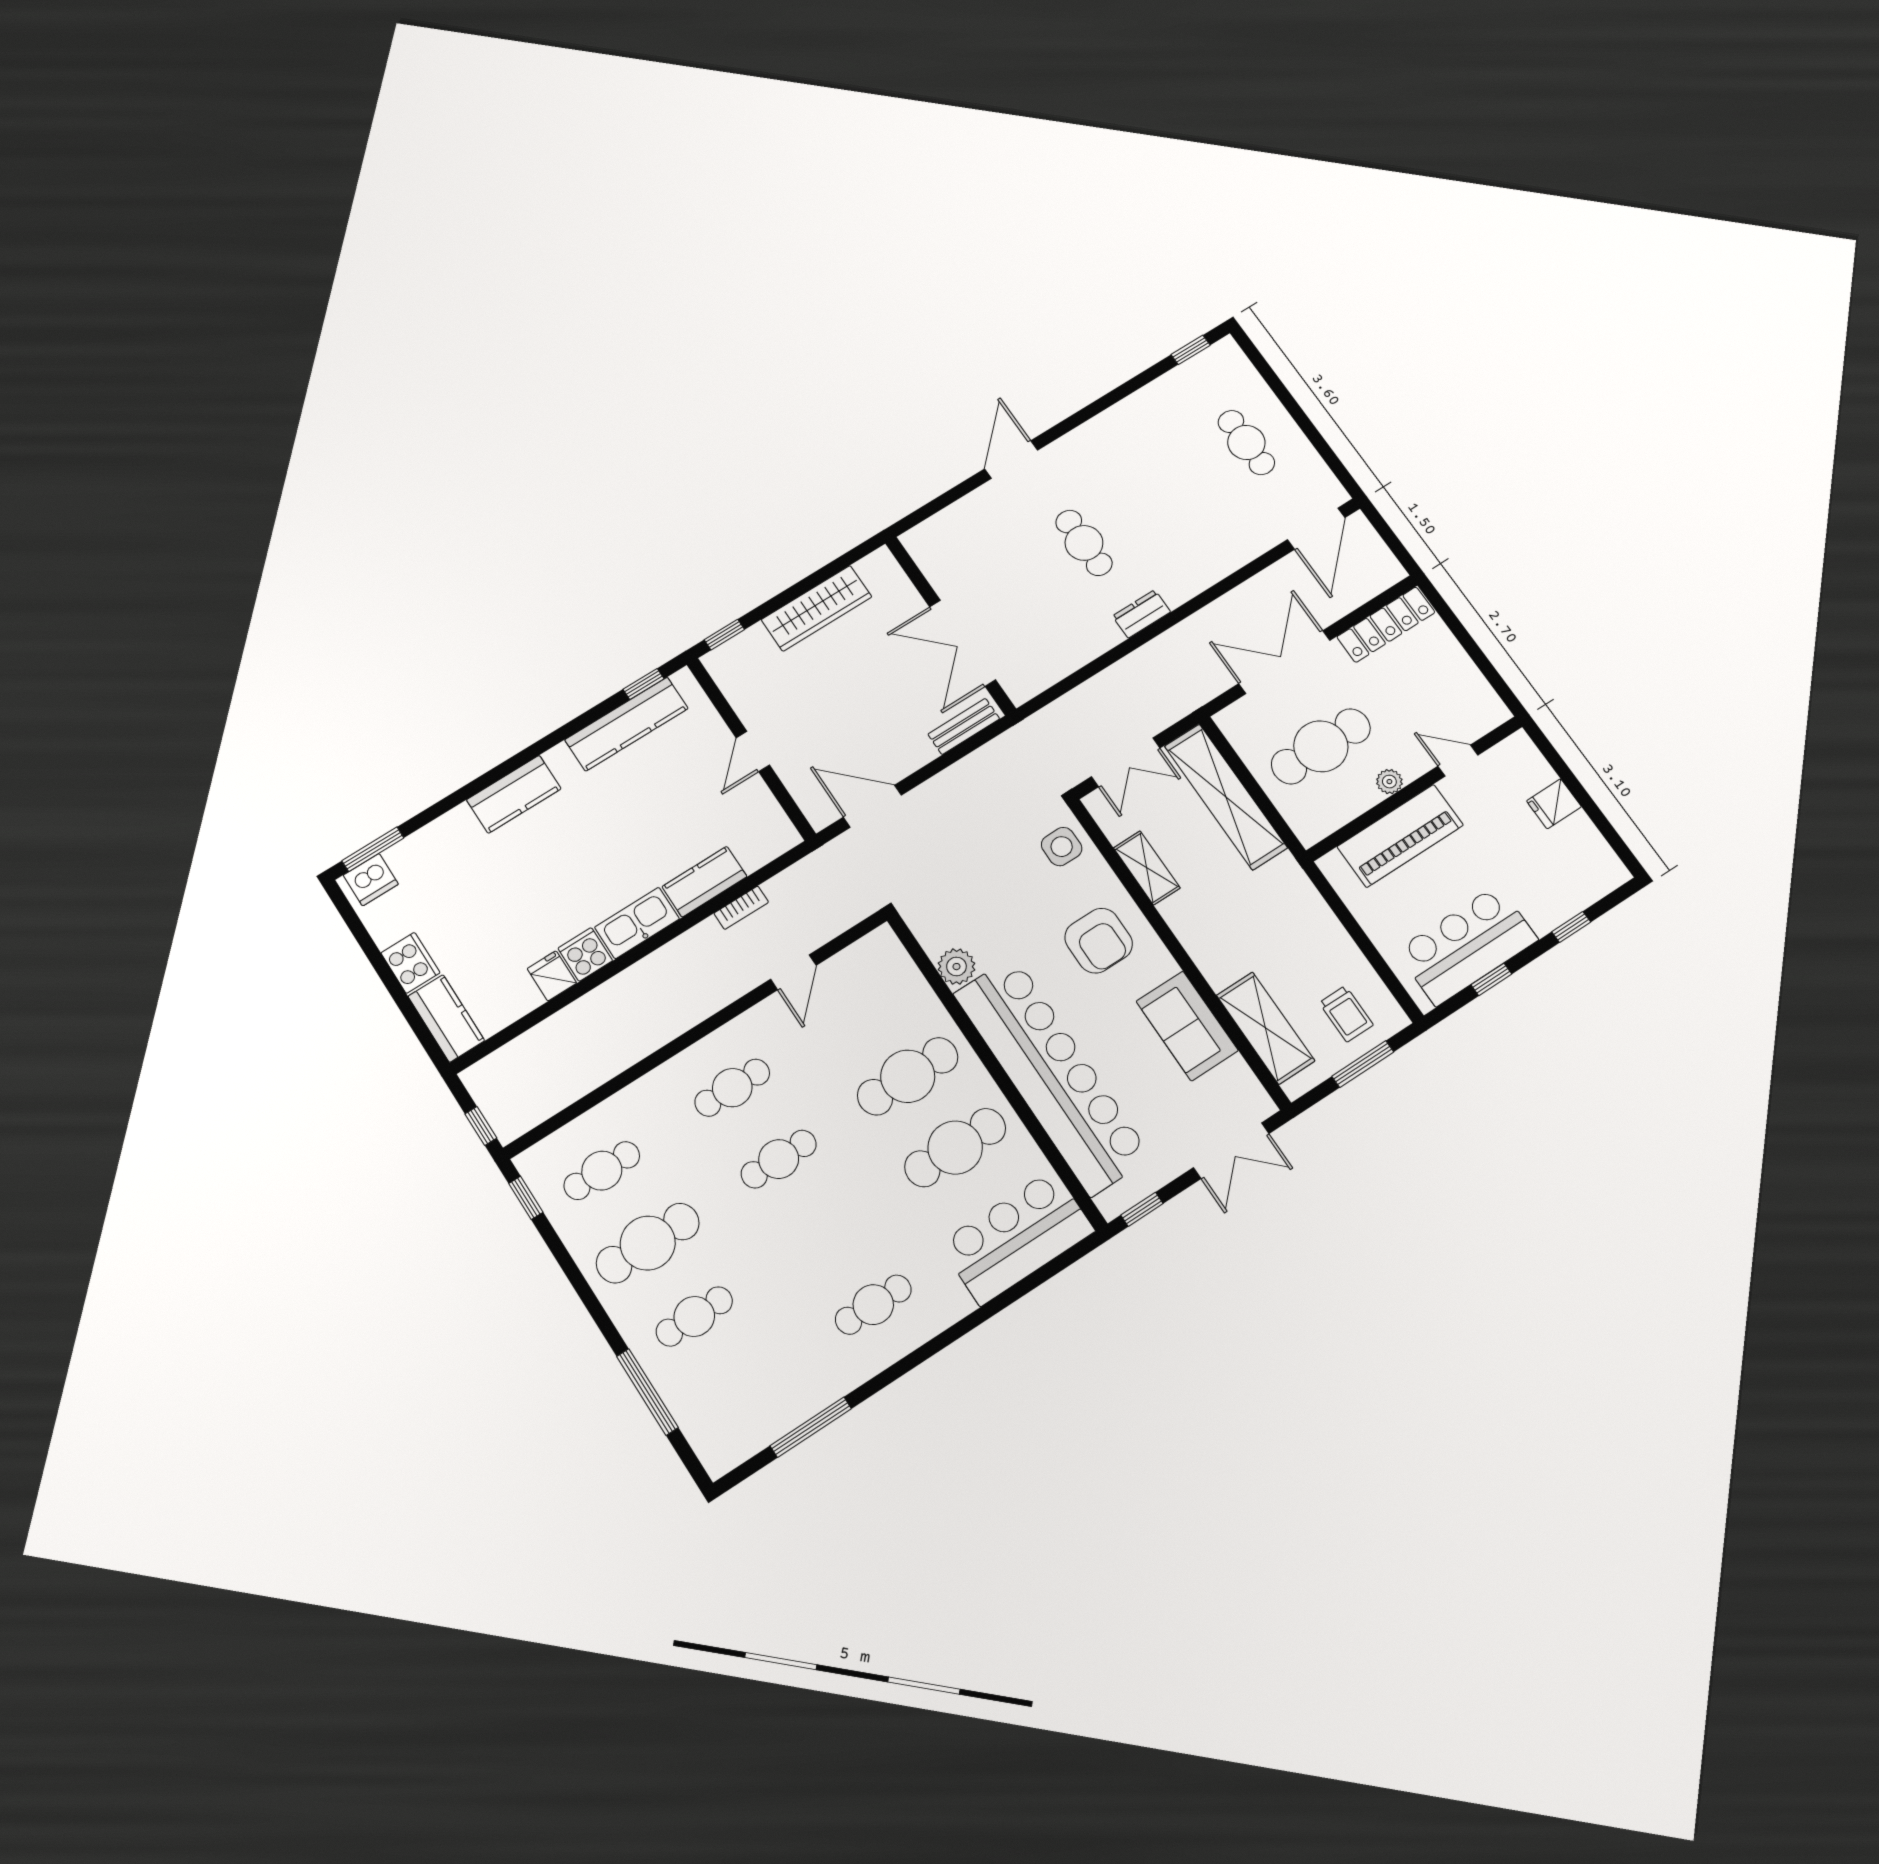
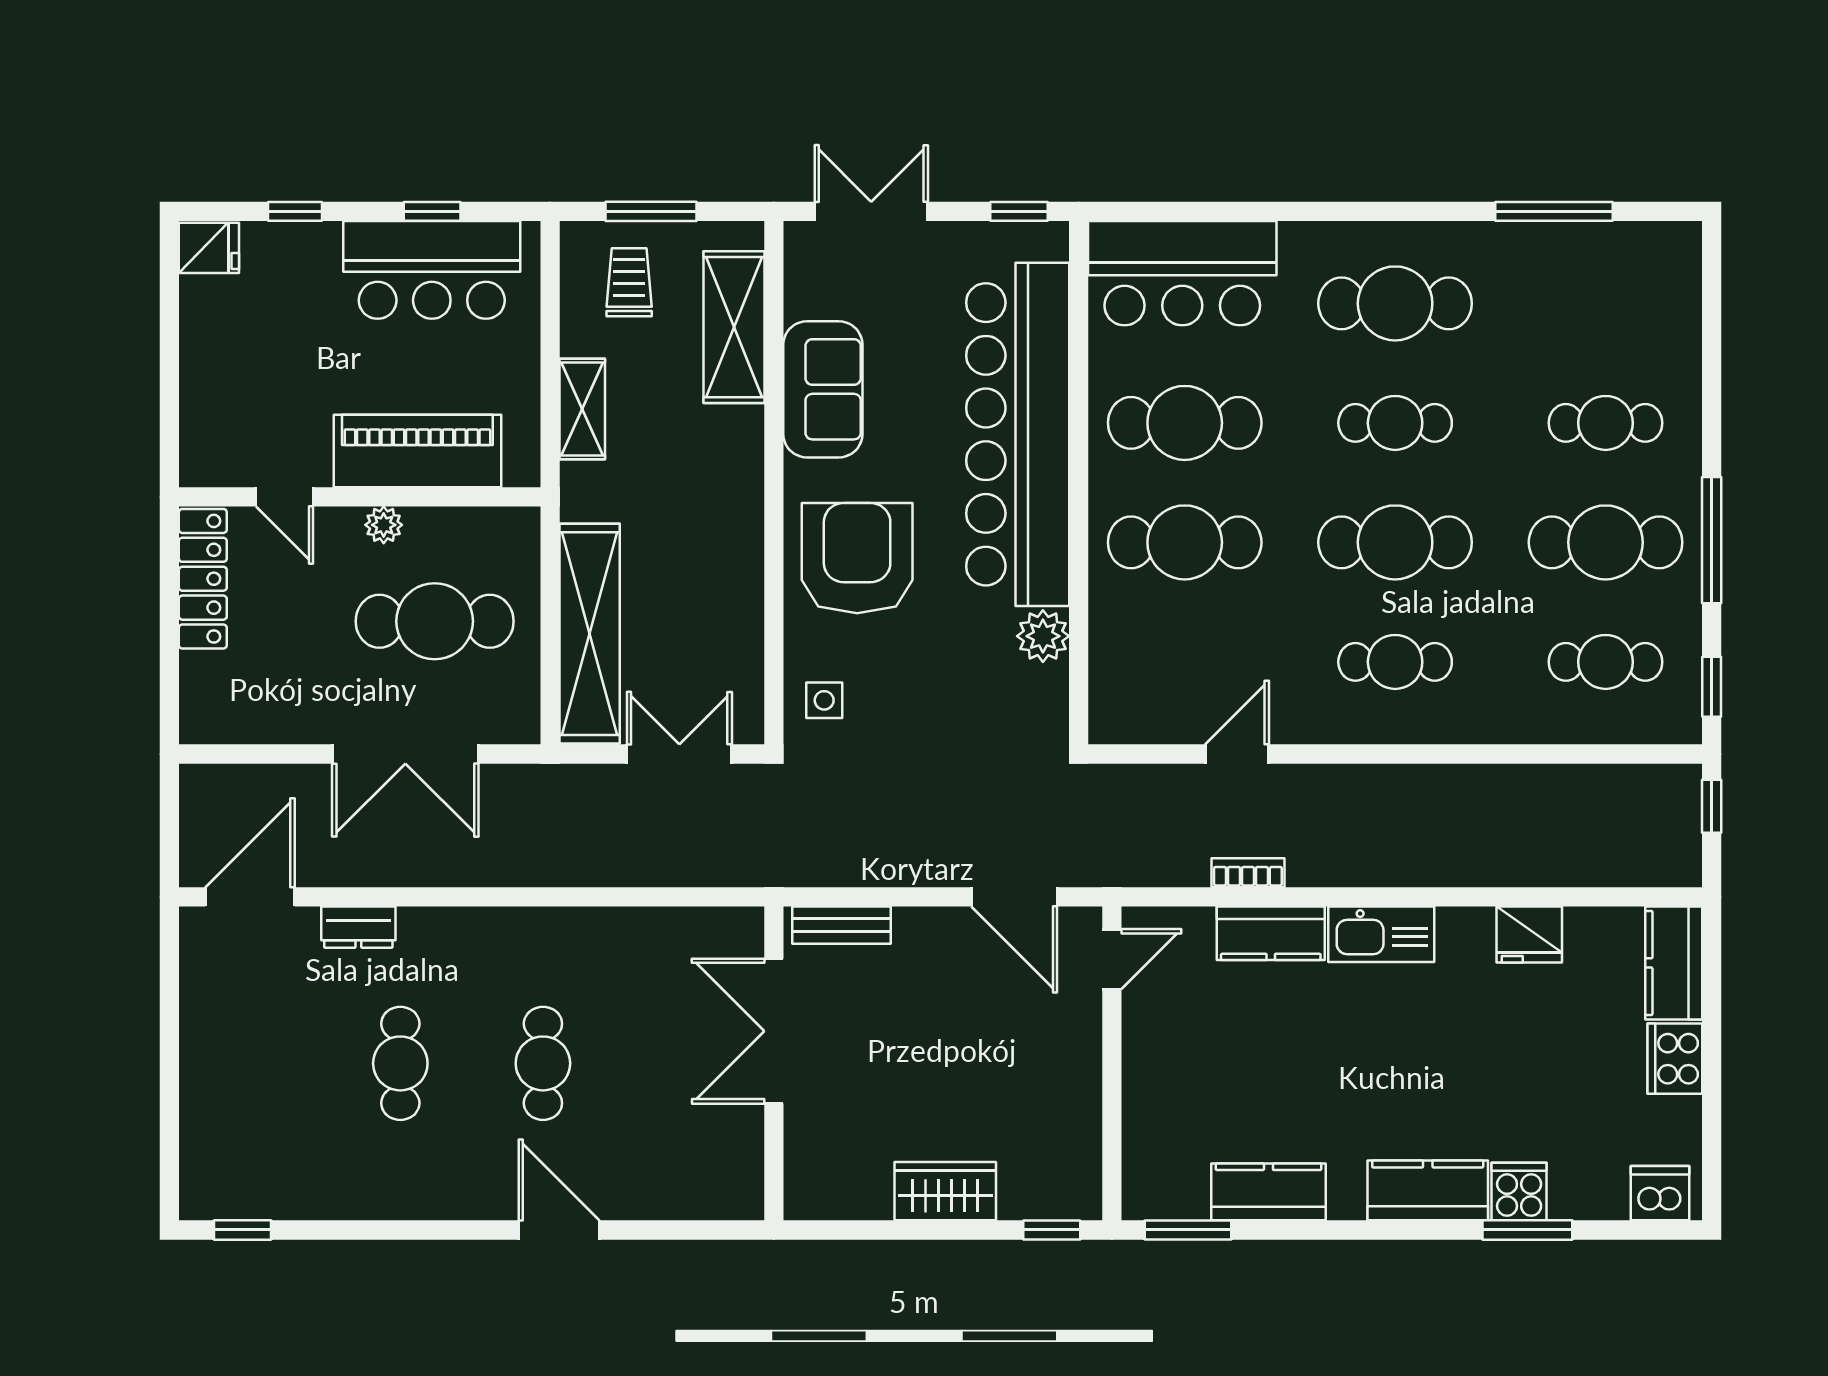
cafe table: (1246, 443) -> (400, 1063), moved
door: (1011, 459) -> (559, 1230), swing flipped
wardrobe: (817, 608) -> (945, 1191), width x0.67
dresser: (1141, 614) -> (358, 927), moved
locker: (1386, 625) -> (203, 579), moved, turned 90
double door: (963, 643) -> (774, 1031), swing flipped
window: (643, 684) -> (1188, 1230), width x1.50
kitchen counter: (627, 724) -> (1268, 1192), width x0.67
door: (753, 751) -> (1112, 959), moved
fridge: (1554, 804) -> (209, 248), moved
side table: (1062, 847) -> (824, 700), width x0.73, depth x0.73
window: (373, 849) -> (1527, 1230), moved
shelving: (1147, 868) -> (582, 409), moved
armchair: (1099, 941) -> (857, 558), width x1.36, depth x1.36
cooker: (585, 954) -> (1519, 1192), moved, turned 180
fridge: (552, 976) -> (1529, 934), width x1.38
cafe table: (779, 1159) -> (1395, 542), width x1.37, depth x1.35
cafe table: (826, 1231) -> (1395, 423), added
cafe table: (873, 1305) -> (1395, 303), width x1.37, depth x1.35
window: (647, 1392) -> (1712, 540), moved

